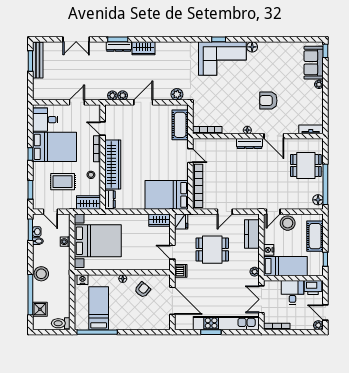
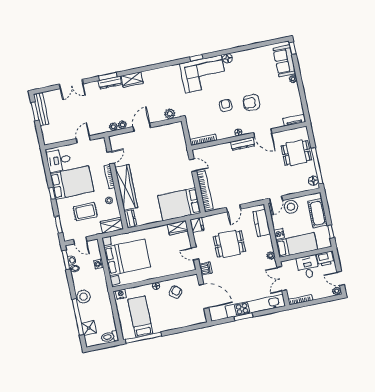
armchair: (240, 98) -> (226, 105), added
cot: (180, 125) -> (178, 140), removed
door: (103, 129) -> (111, 158), swing flipped

